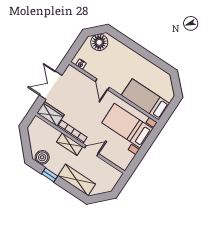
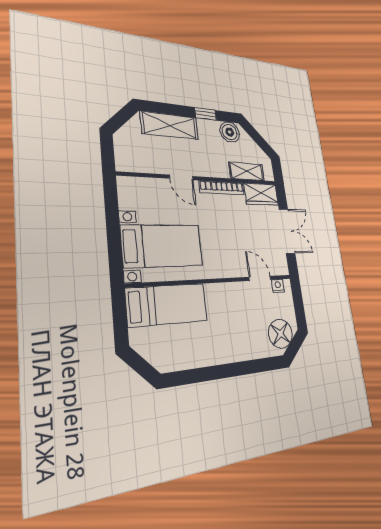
door: (102, 84) -> (260, 278), moved
shelving: (70, 144) -> (247, 171), moved
door: (91, 151) -> (181, 177), hinge flipped

